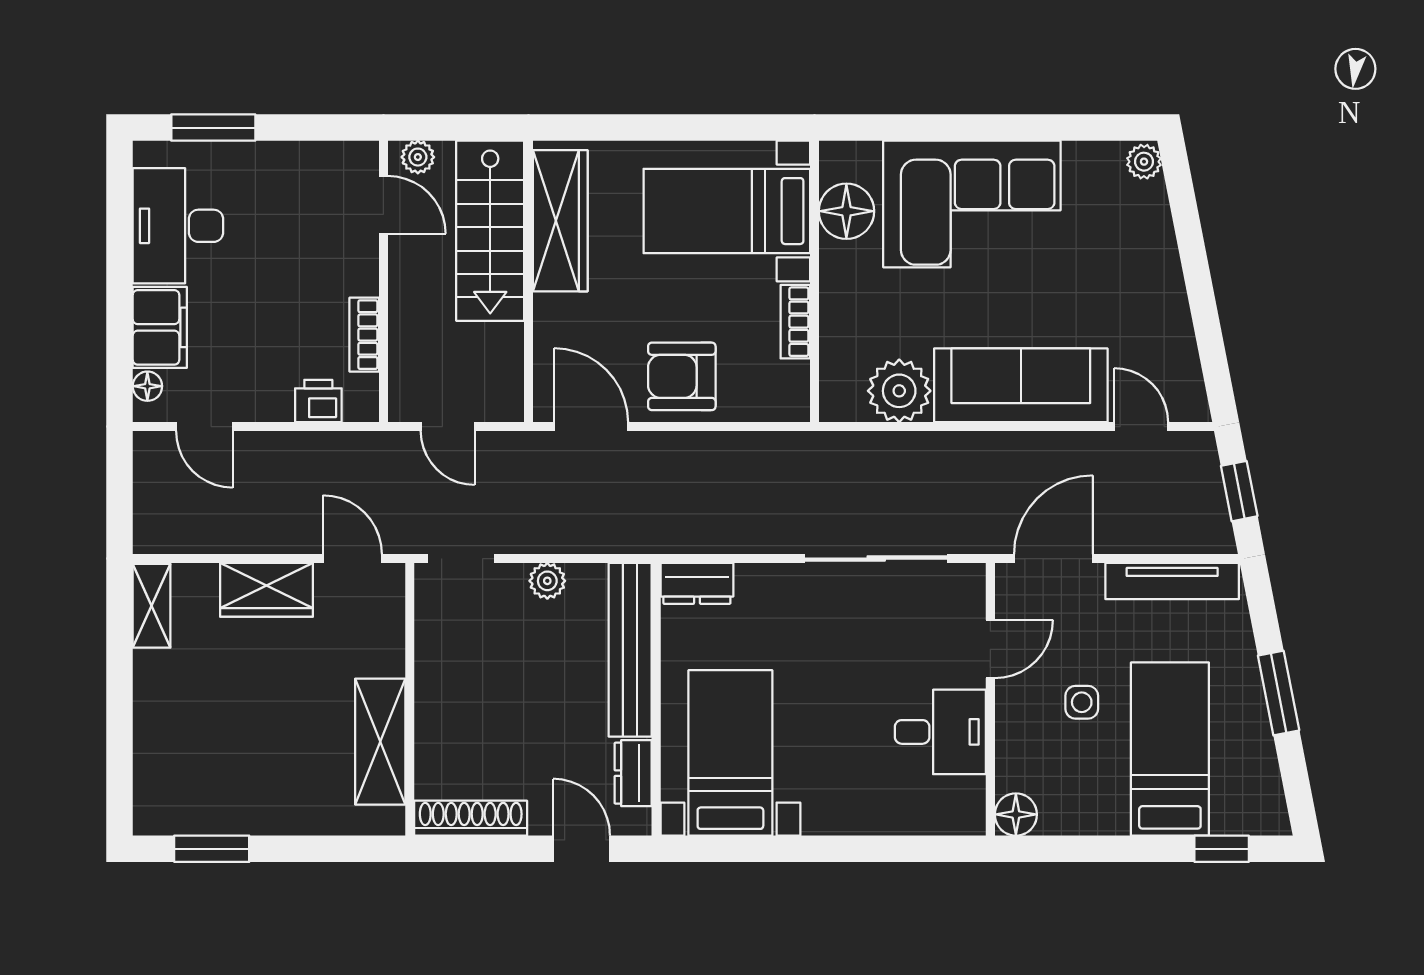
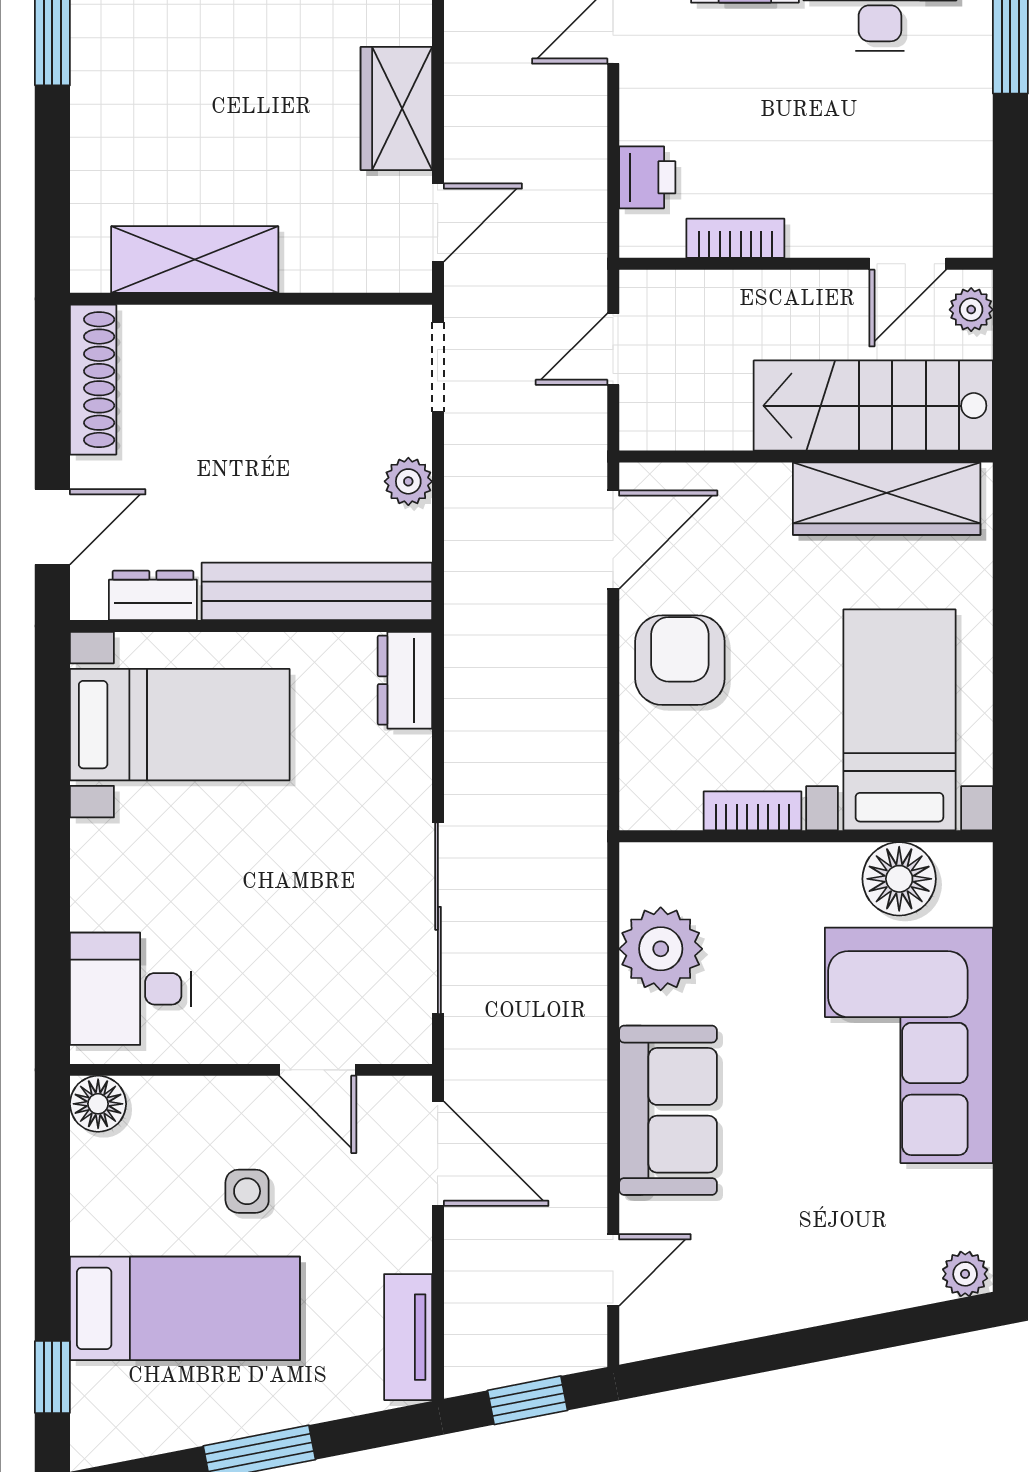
sofa: (1021, 385) -> (668, 1110), width x0.73
tv unit: (1172, 581) -> (408, 1337), width x0.71
desk: (940, 732) -> (131, 989), moved, turned 90

